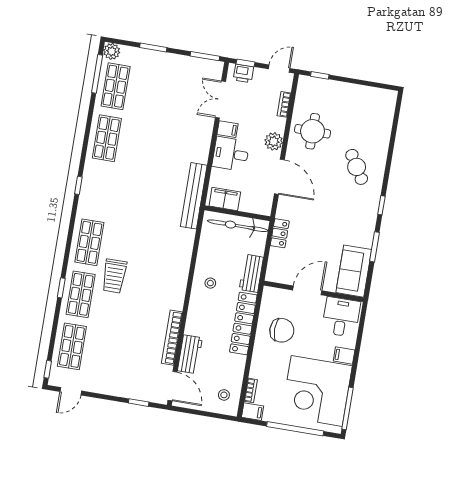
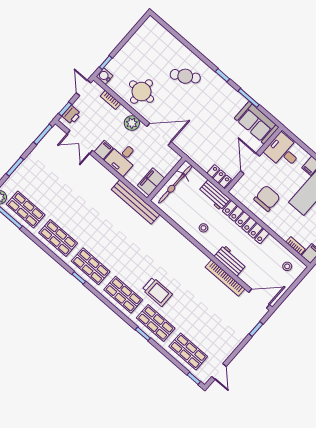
water cooler: (305, 83) -> (104, 76), added
shop shelf: (98, 190) -> (91, 266), added
locker: (280, 233) -> (219, 176), moved
workbench: (190, 354) -> (230, 261), moved

